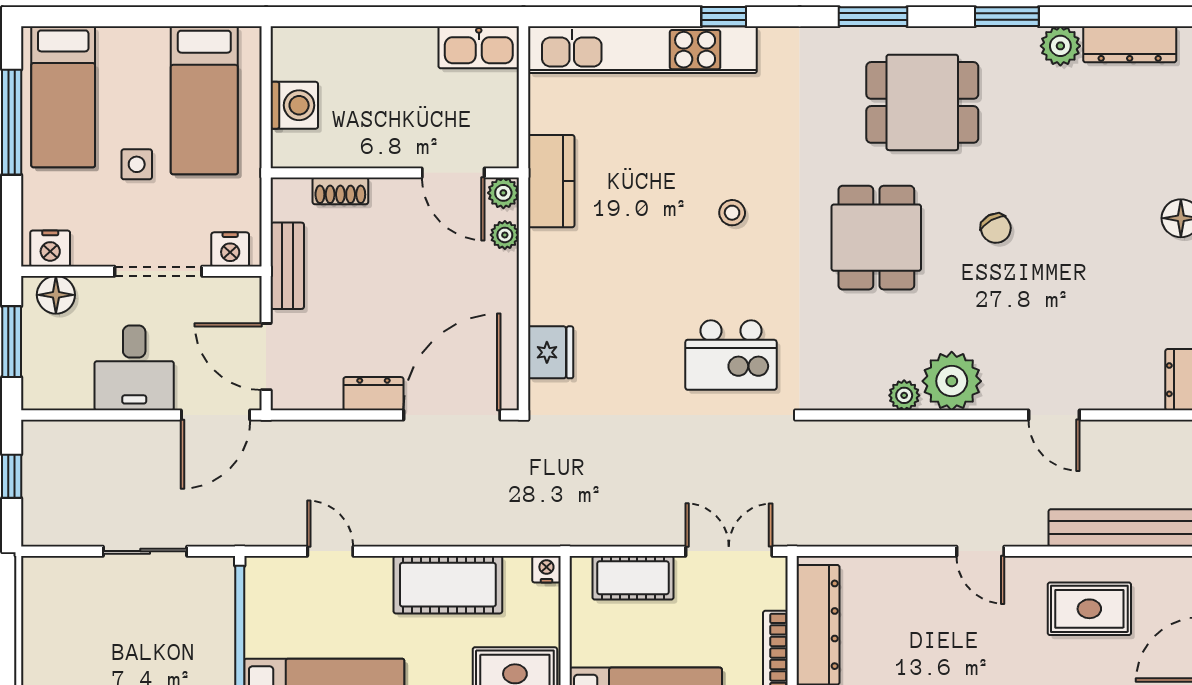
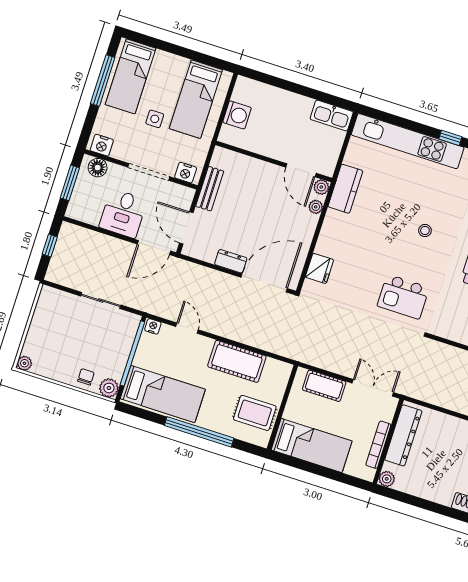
shoe rack: (340, 191) -> (246, 162), removed
nightstand: (546, 569) -> (153, 326), moved

